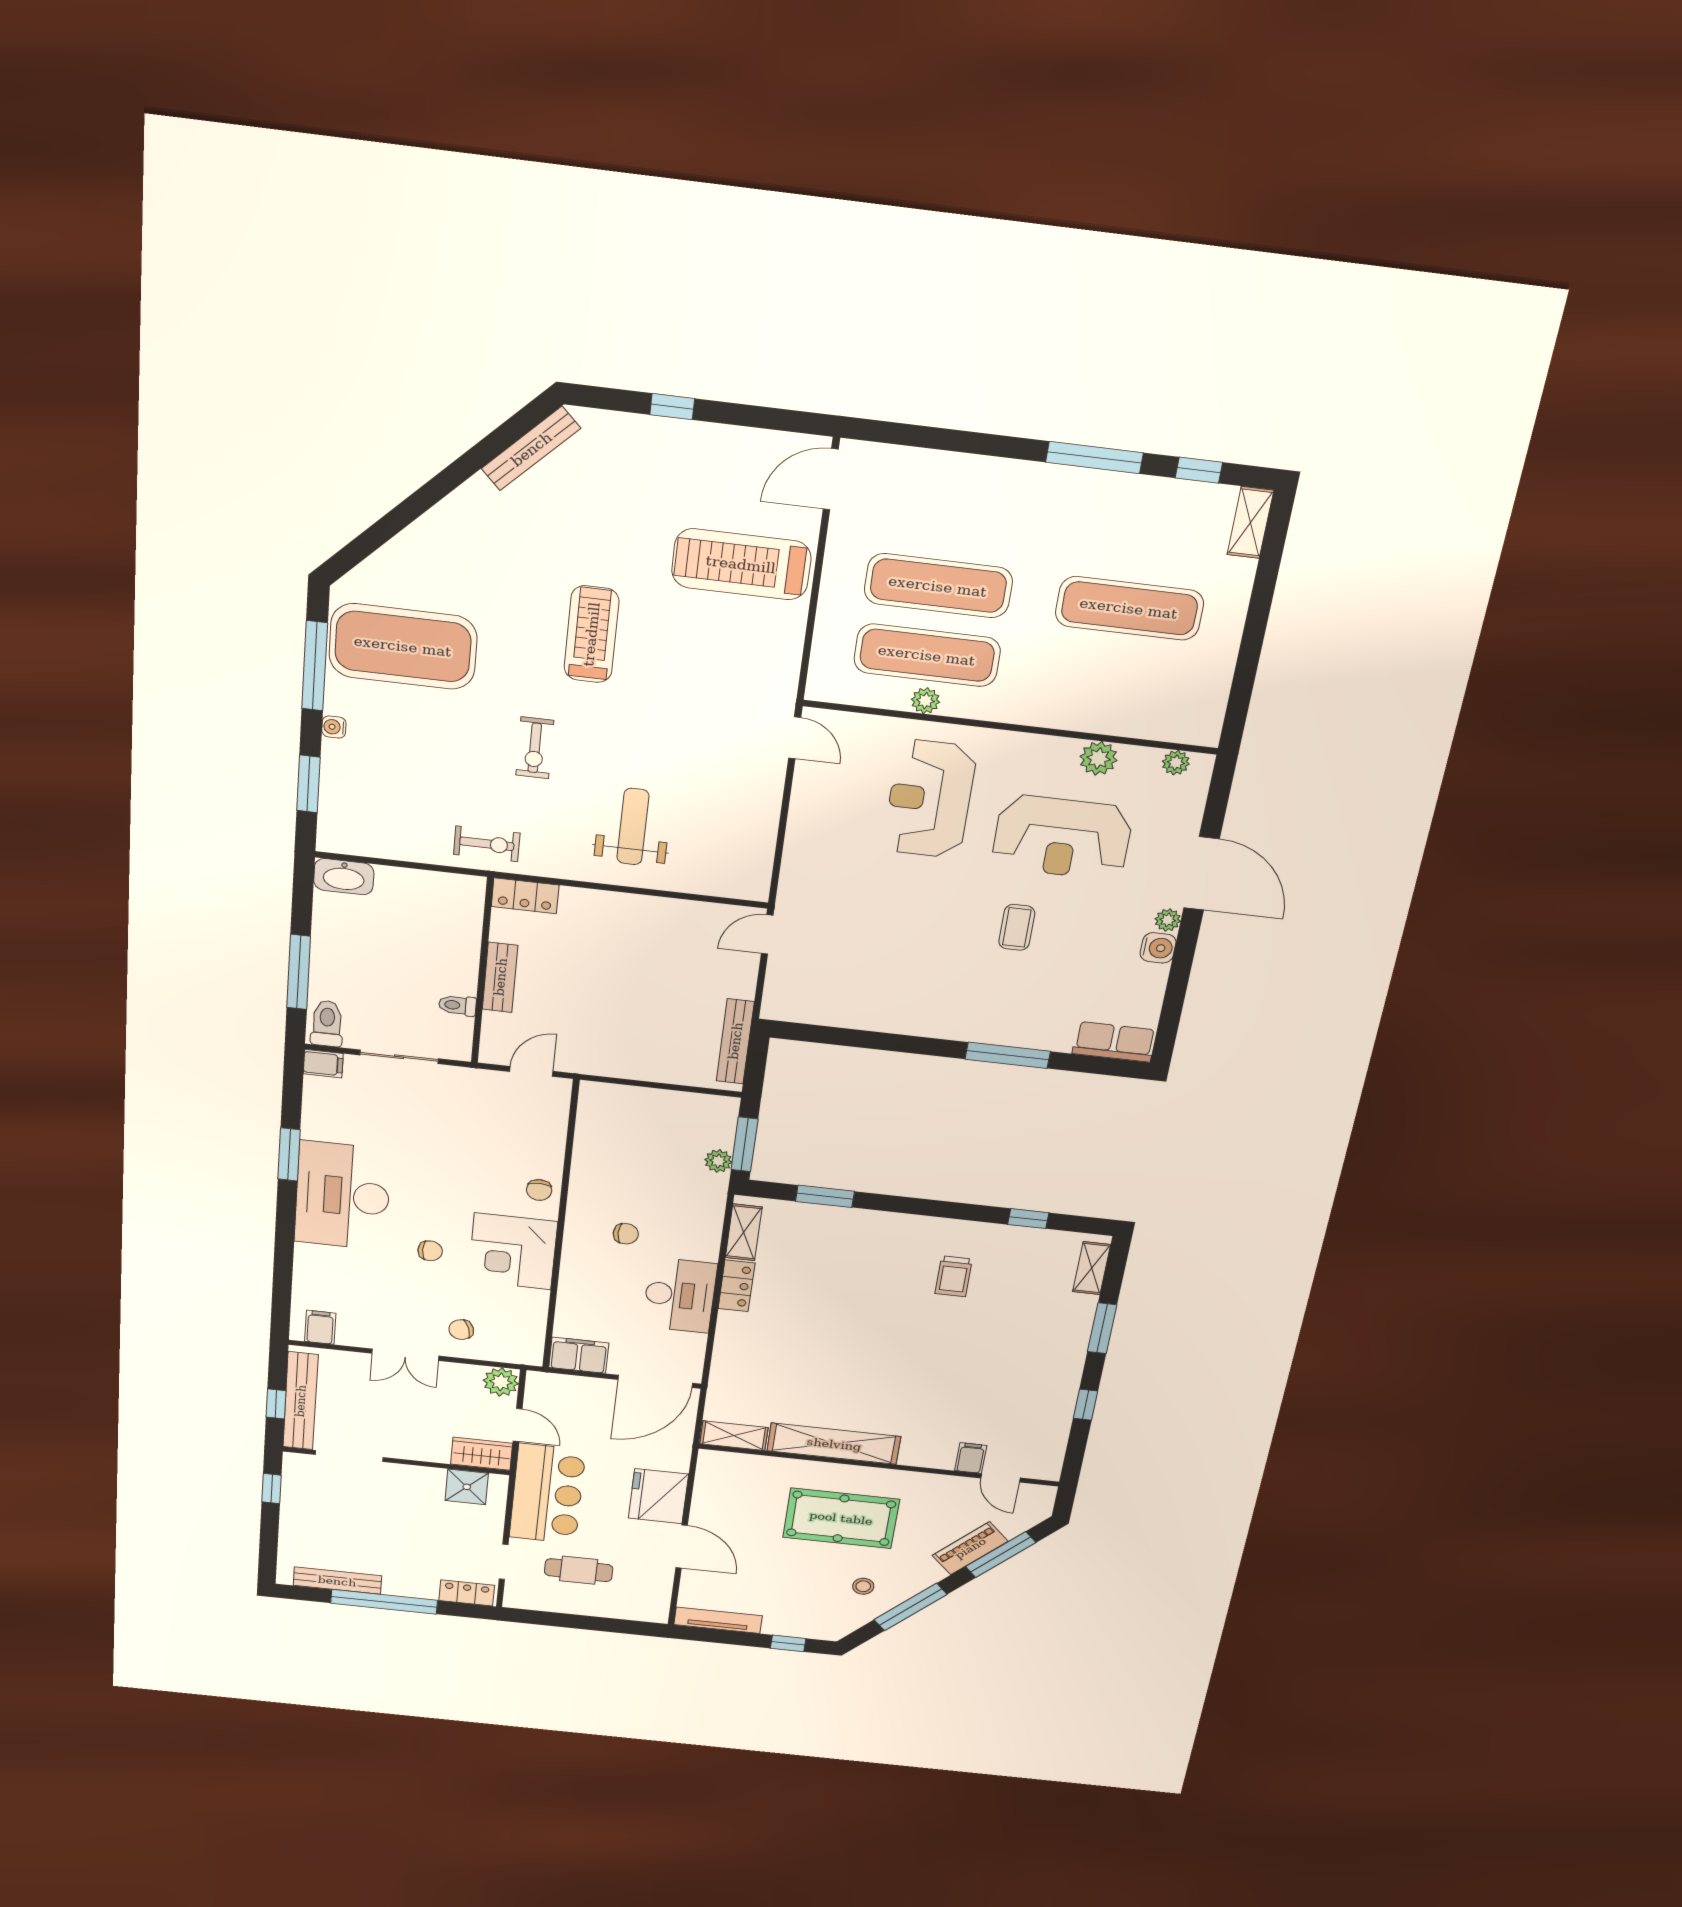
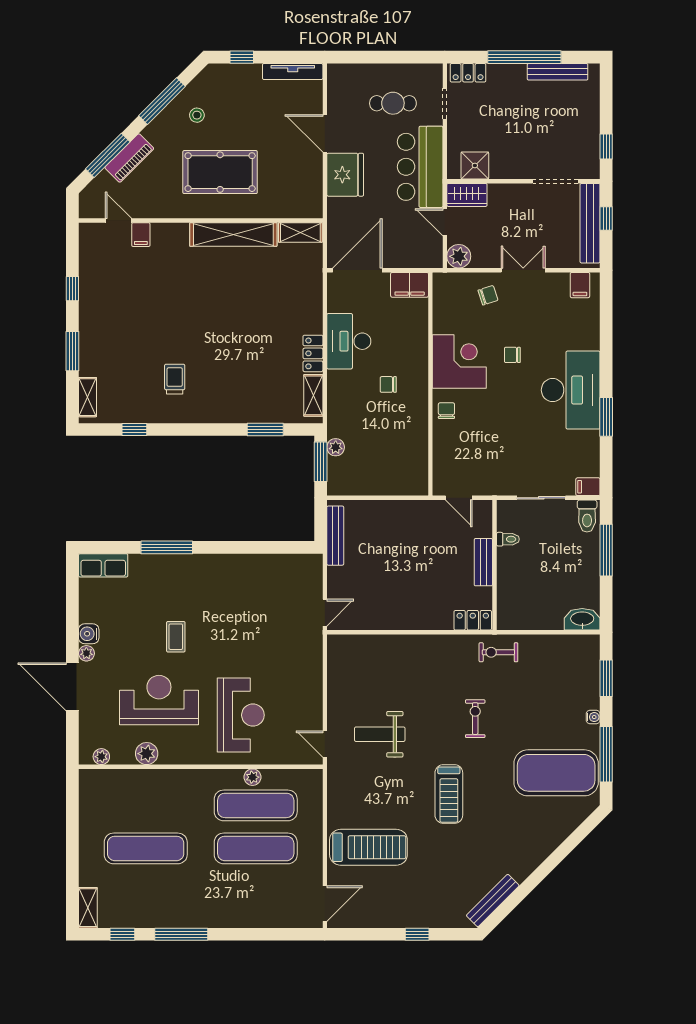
weight bench: (633, 827) -> (380, 734), moved, turned 90
door: (531, 1071) -> (459, 498), hinge flipped

